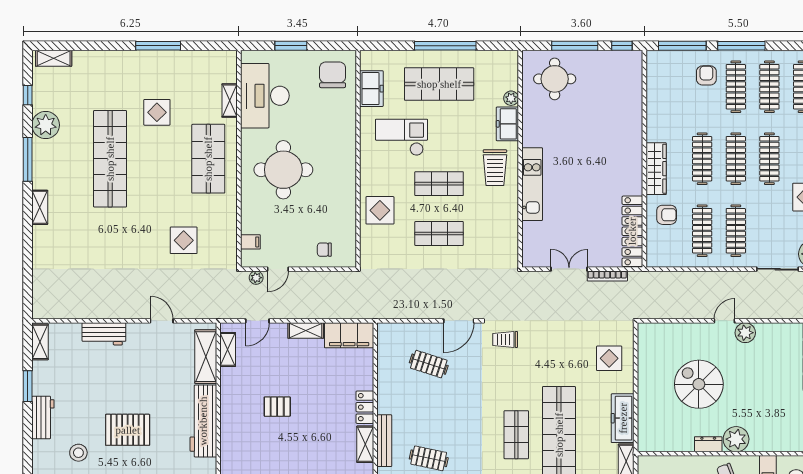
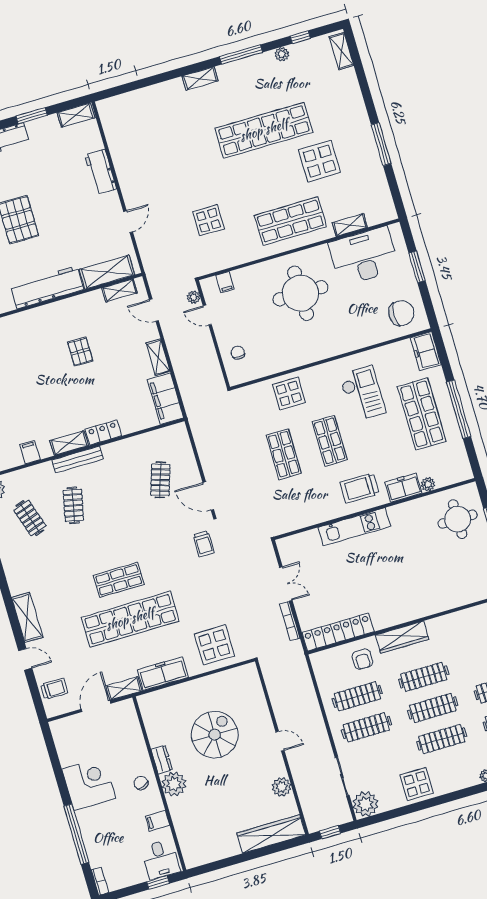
freezer: (371, 89) -> (426, 351), moved, turned 90
display table: (157, 112) -> (319, 161), width x1.36, depth x1.36
plant: (46, 125) -> (282, 54), width x0.53, depth x0.53
plant: (745, 333) -> (282, 787), moved
trolley: (505, 339) -> (204, 544), turned 180
display table: (609, 358) -> (214, 645), width x1.36, depth x1.36

